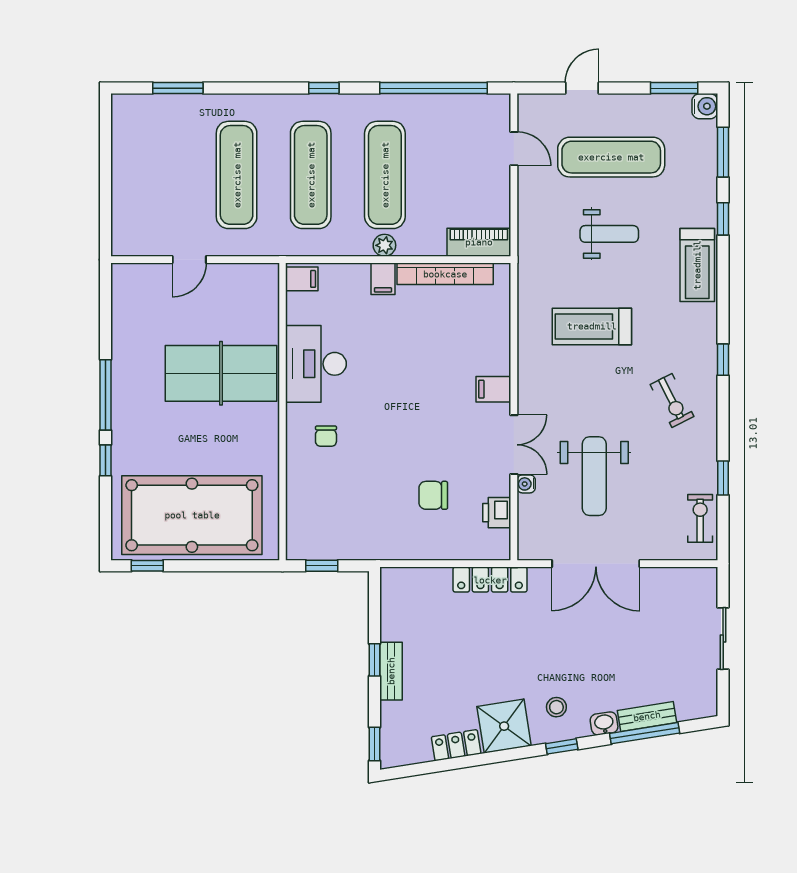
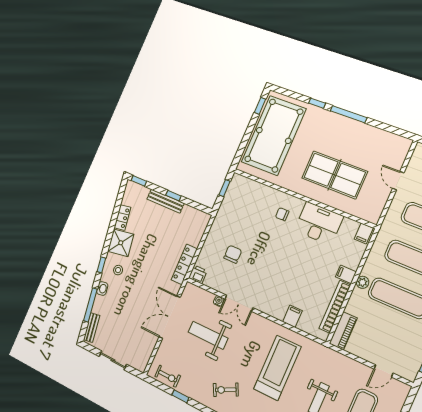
treadmill: (592, 326) -> (277, 368), width x1.37, depth x1.38
table tennis table: (221, 373) -> (334, 175), turned 90
filing cabinet: (493, 389) -> (292, 316), moved
printer: (497, 513) -> (198, 274), moved
bench: (391, 671) -> (165, 201), width x1.36
bench: (647, 716) -> (92, 328), moved

